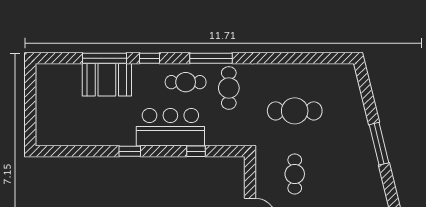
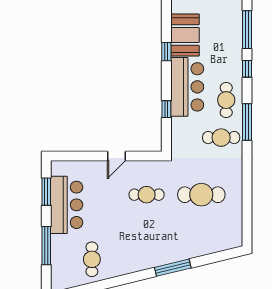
booth: (107, 80) -> (185, 35), moved
cafe table: (295, 111) -> (201, 195), turned 90

